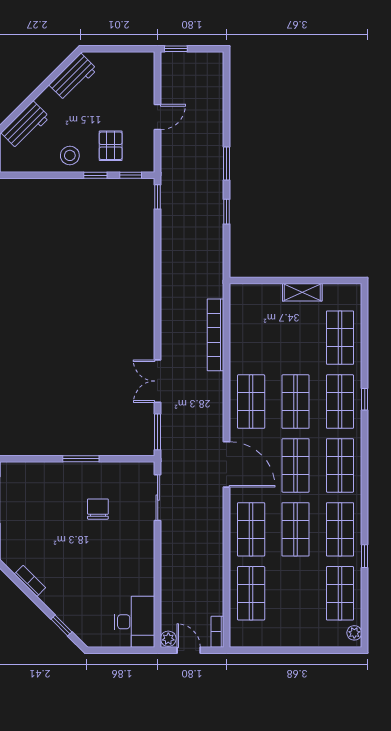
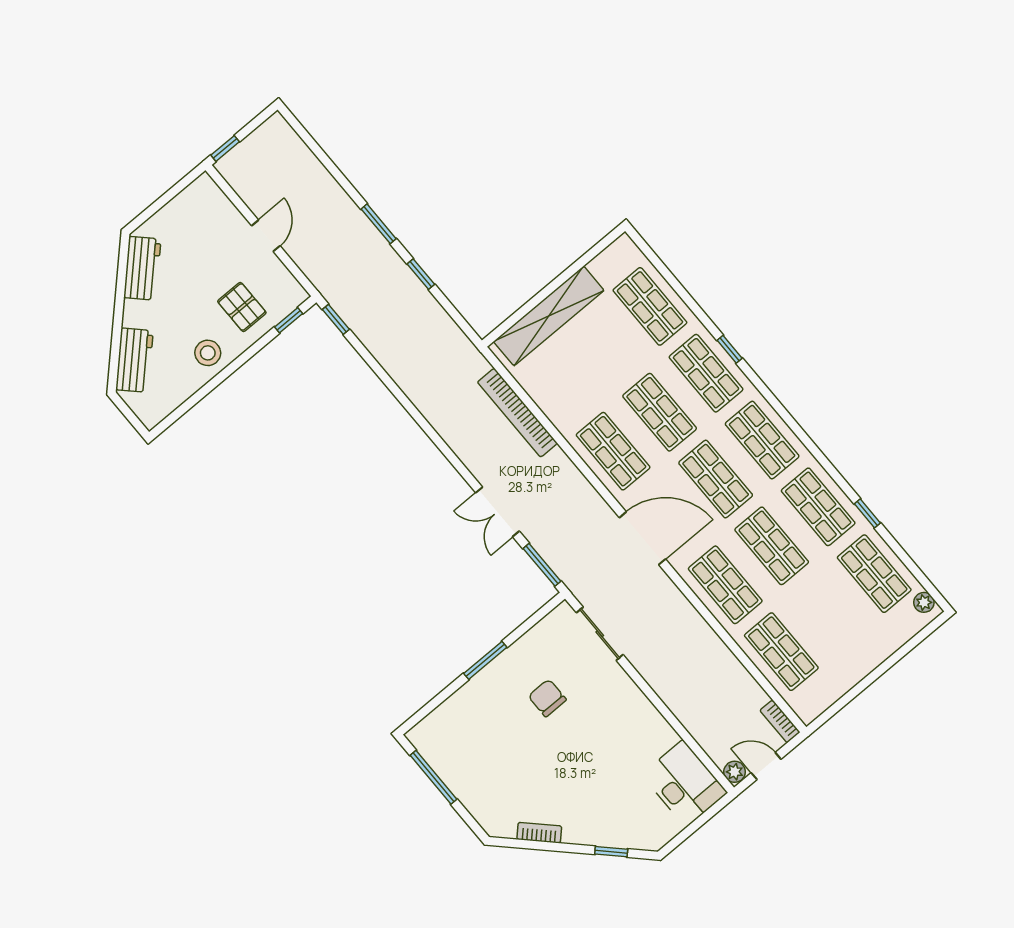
window: (95, 175) -> (252, 351), removed
shelving: (302, 292) -> (549, 316), width x2.20, depth x1.33

